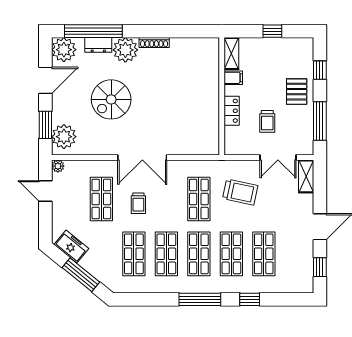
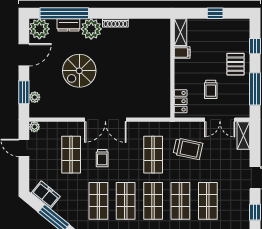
locker: (232, 111) -> (181, 101), moved
plant: (64, 137) -> (35, 97), width x0.53, depth x0.53

